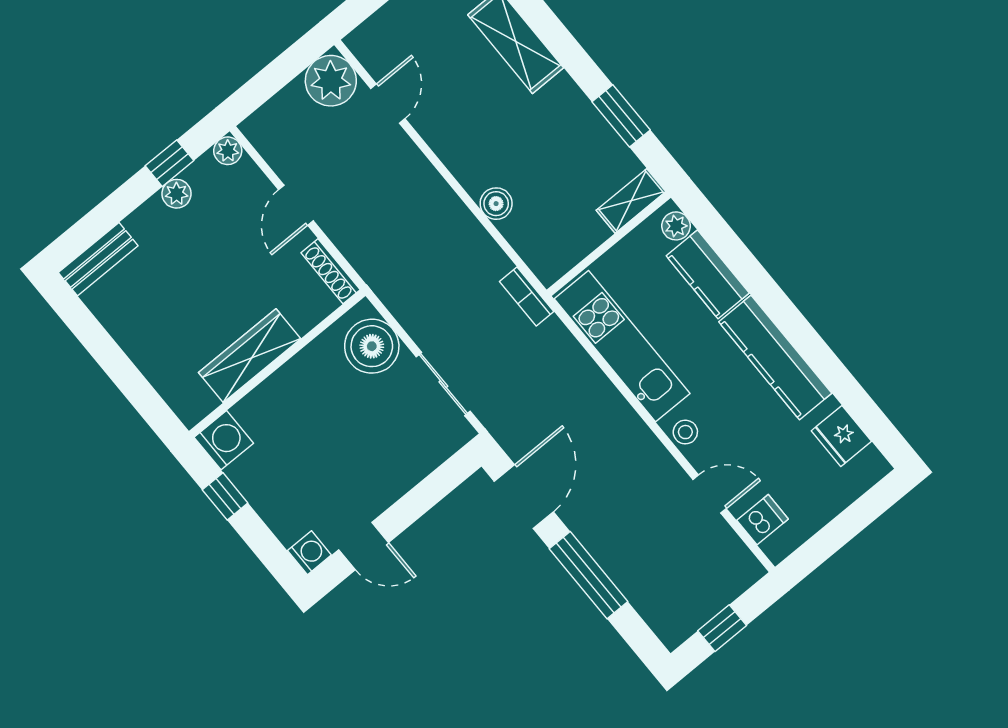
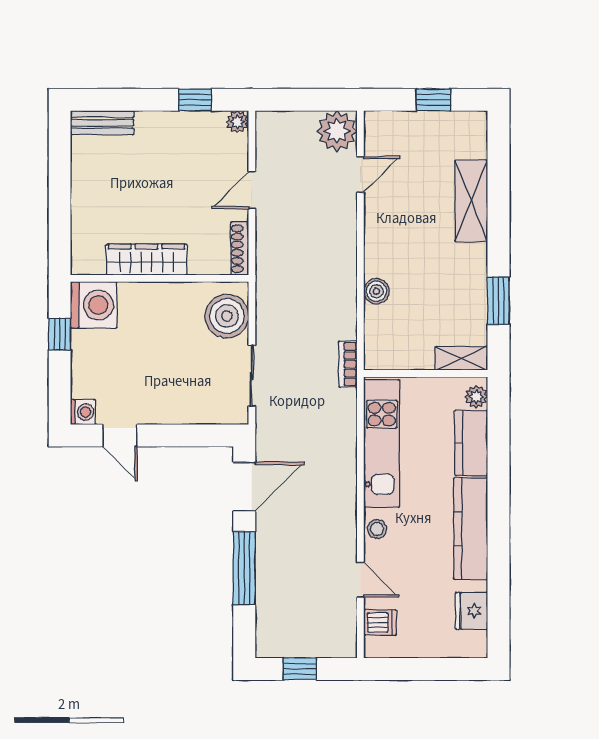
plant: (176, 194) -> (184, 122), removed
washing machine: (224, 440) -> (94, 305), width x1.37, depth x1.37

